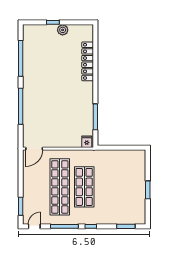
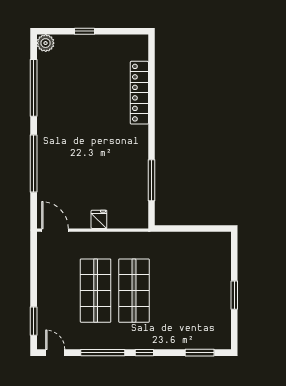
plant: (63, 30) -> (46, 43), moved
fridge: (87, 142) -> (99, 219), moved
door: (34, 149) -> (55, 230), swing flipped
shop shelf: (60, 187) -> (96, 291), width x0.71
door: (34, 226) -> (55, 353), hinge flipped

